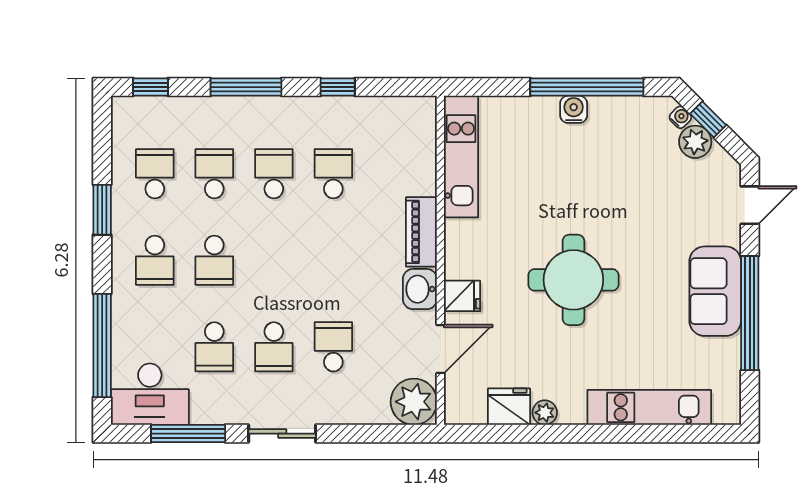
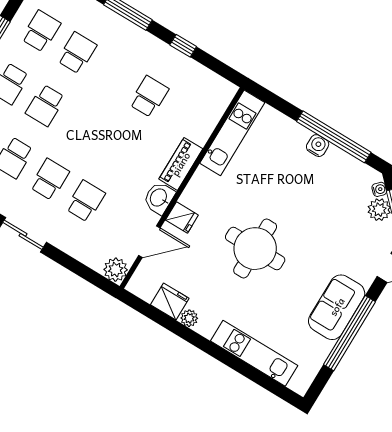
school desk: (274, 174) -> (113, 75), removed
school desk: (274, 347) -> (50, 179), turned 180
plant: (414, 402) -> (116, 270), width x0.73, depth x0.73

